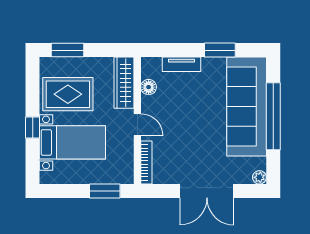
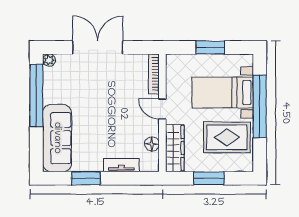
window: (67, 50) -> (209, 178), moved
sofa: (247, 107) -> (57, 138), width x0.74, depth x0.79
window: (273, 116) -> (36, 95), moved
window: (33, 128) -> (260, 106), width x3.17
window: (105, 191) -> (210, 47), moved

